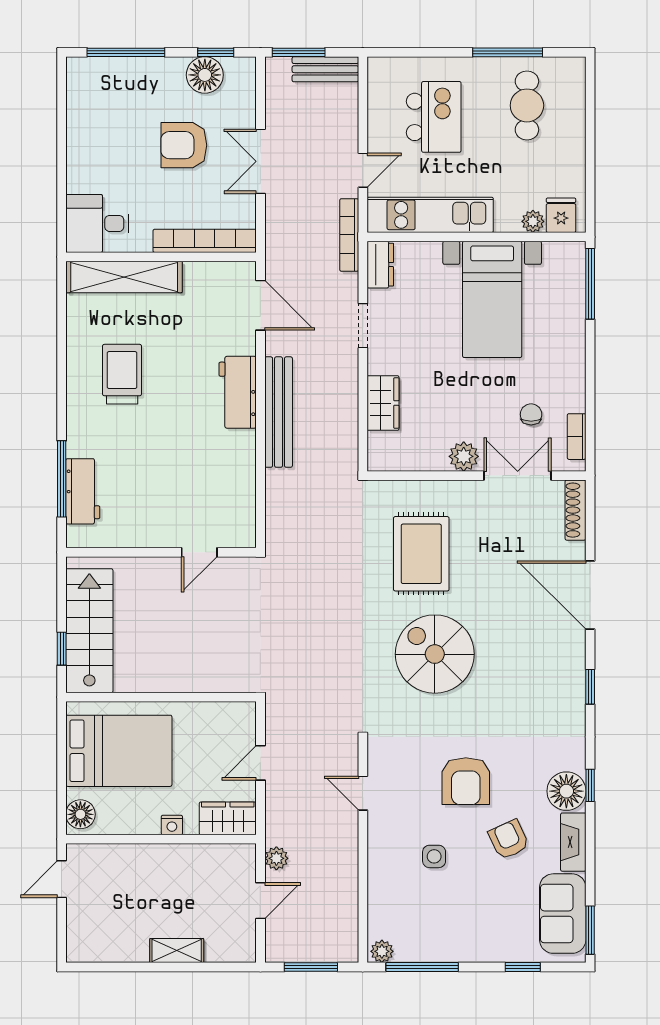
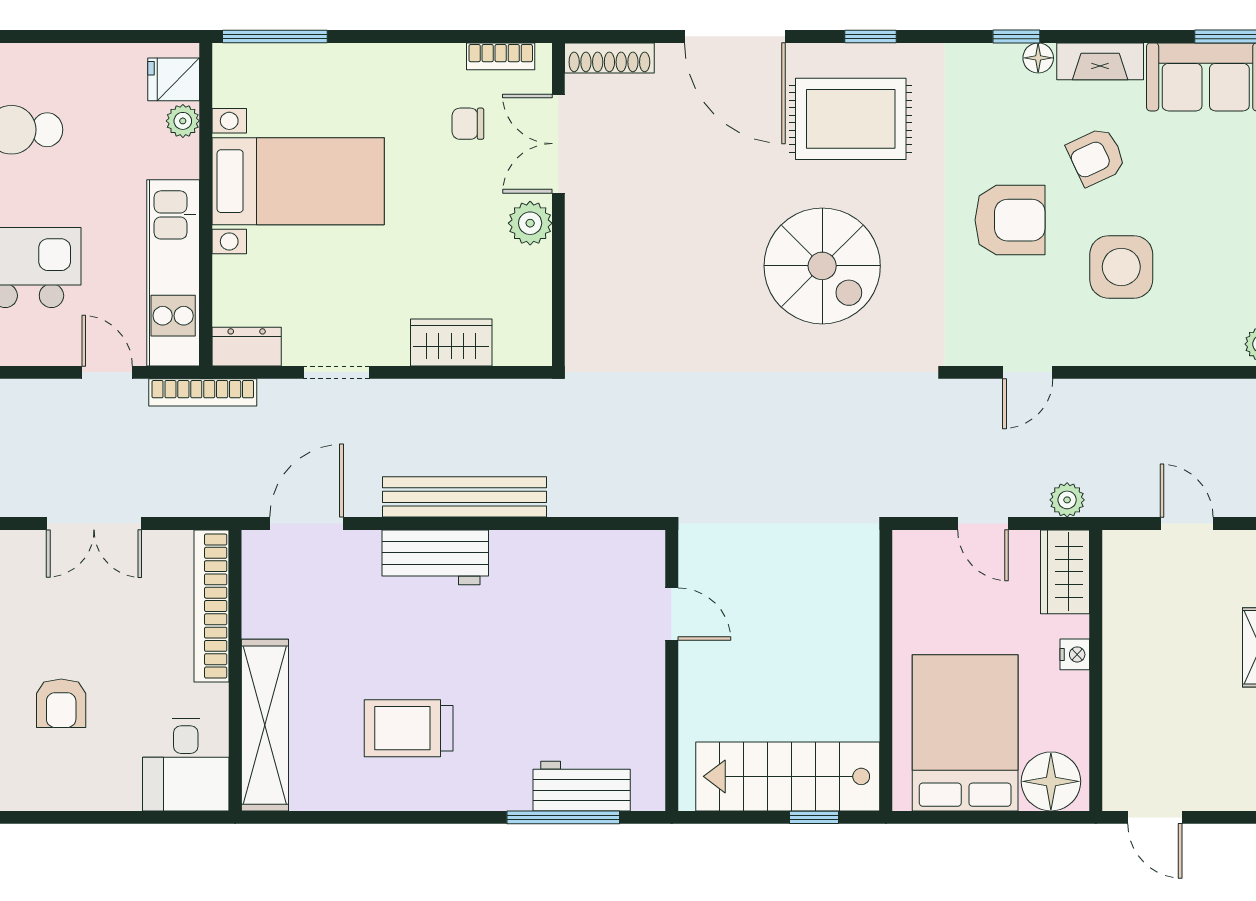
armchair: (184, 145) -> (61, 703), moved, width x0.72, depth x0.72
rug: (421, 554) -> (851, 119), moved
door: (590, 595) -> (735, 36), hinge flipped
spiral stairs: (435, 654) -> (822, 266), turned -90
floor lamp: (566, 791) -> (1038, 58), width x0.53, depth x0.53
floor lamp: (80, 814) -> (1051, 781), width x1.38, depth x1.38
side table: (434, 856) -> (1121, 267), width x1.87, depth x1.87
plant: (276, 858) -> (1067, 500), moved

